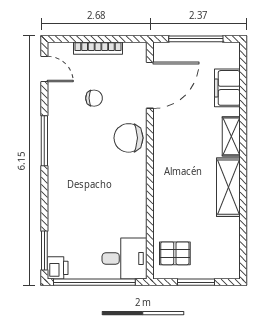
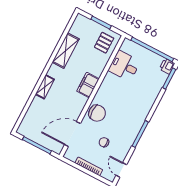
filing cabinet: (227, 88) -> (88, 85), moved, turned 180
shelving: (228, 187) -> (66, 51), moved
pallet: (175, 253) -> (104, 43), turned 90
desk: (125, 258) -> (124, 66), moved

